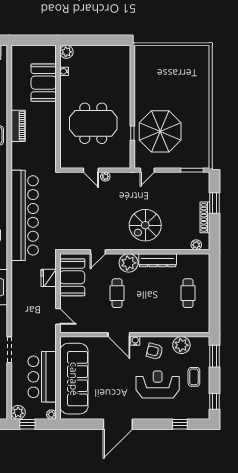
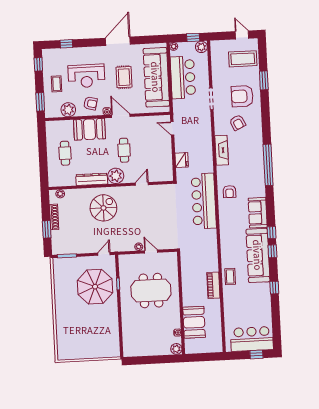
bar counter: (25, 215) -> (204, 201), width x0.73
booth: (72, 277) -> (89, 129), moved, turned 90
rug: (113, 381) -> (124, 77), added

